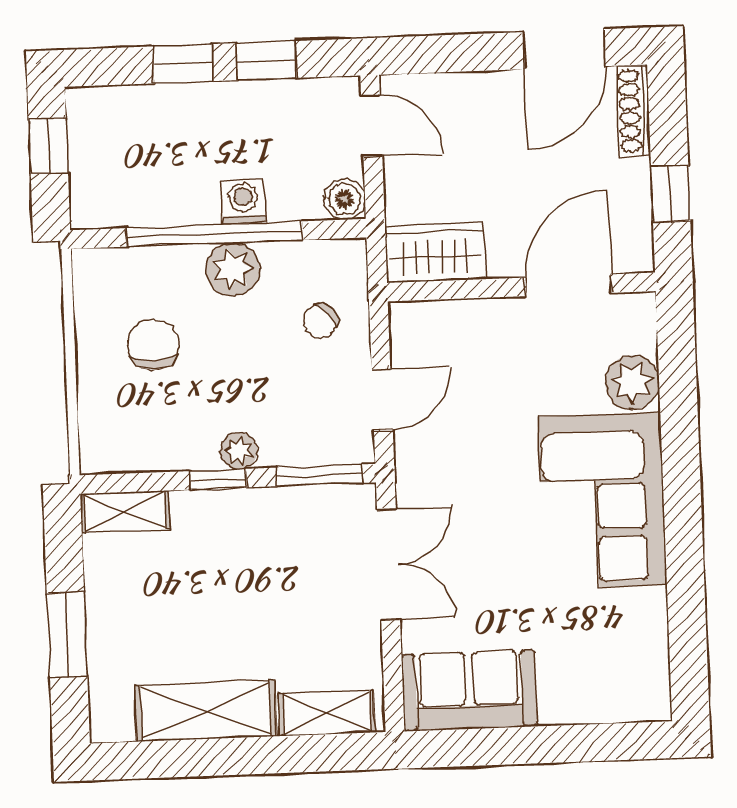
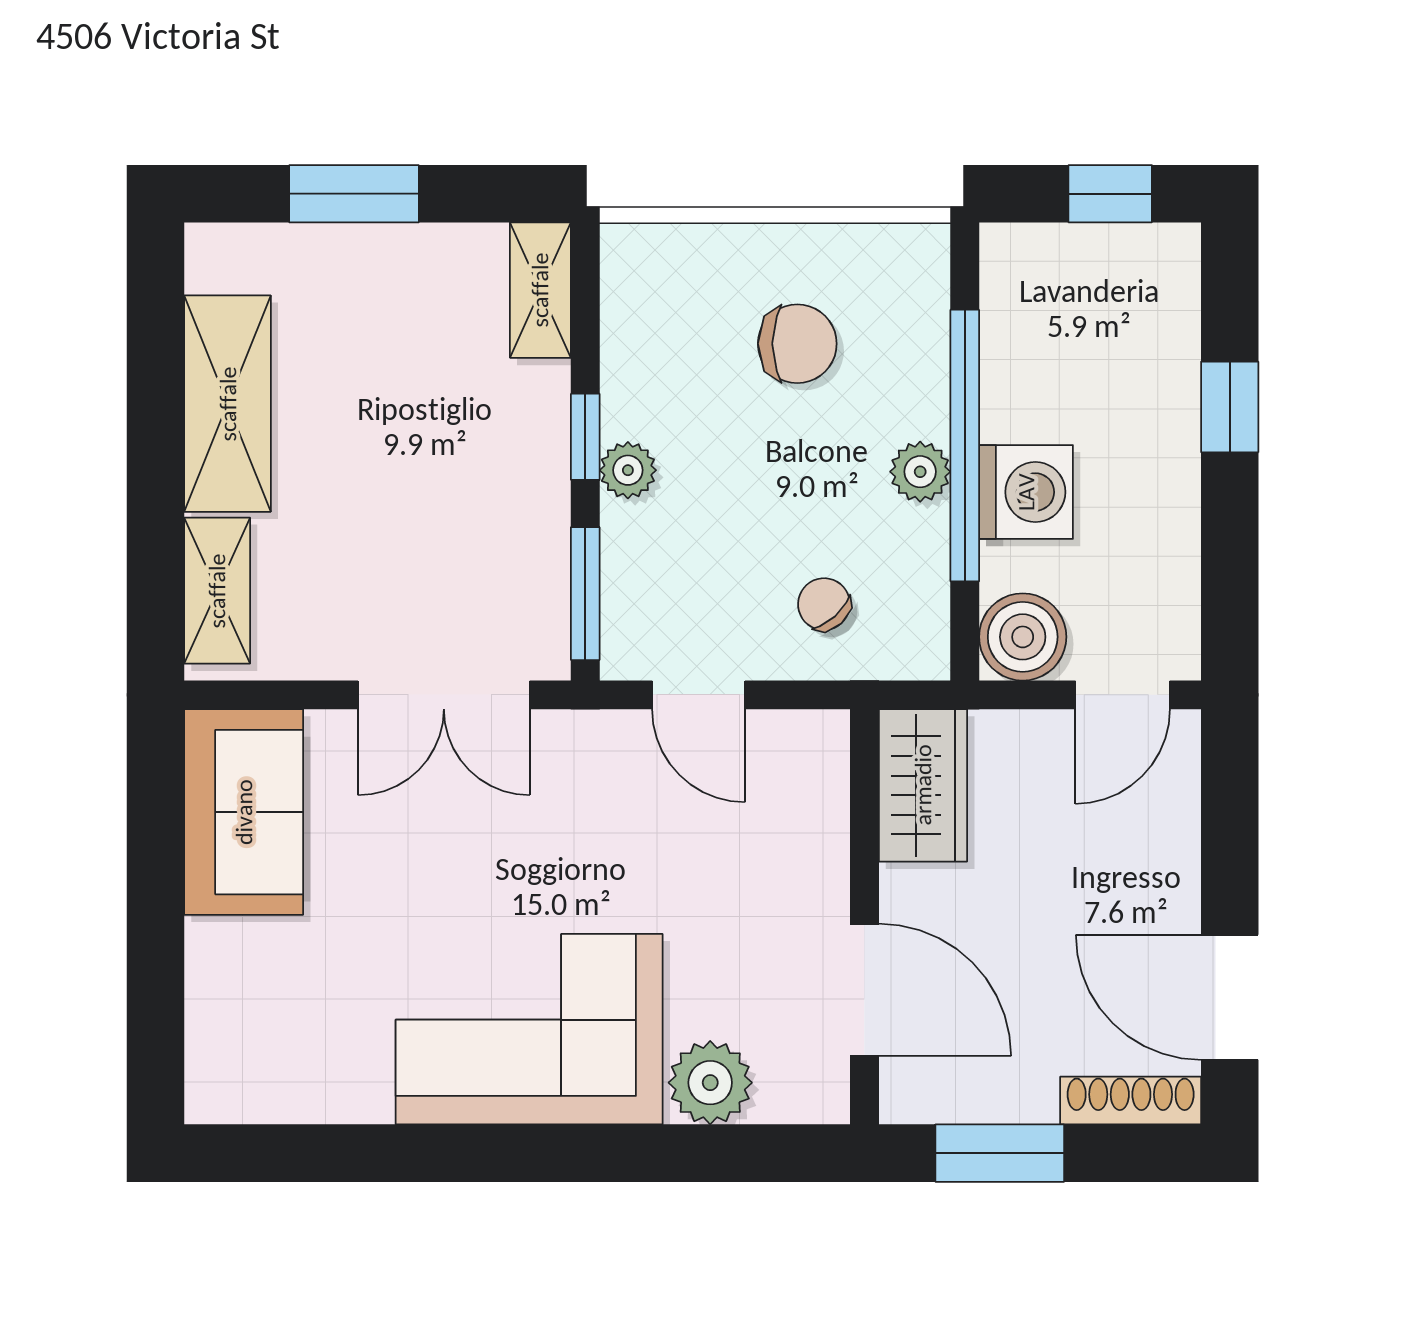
window: (266, 61) -> (1230, 535), removed
window: (671, 194) -> (1000, 1153), width x1.50
boiler: (344, 199) -> (1023, 637), width x1.36, depth x1.36
washing machine: (243, 202) -> (1026, 492), width x1.38, depth x1.38
plant: (233, 269) -> (920, 472), width x0.73, depth x0.73

